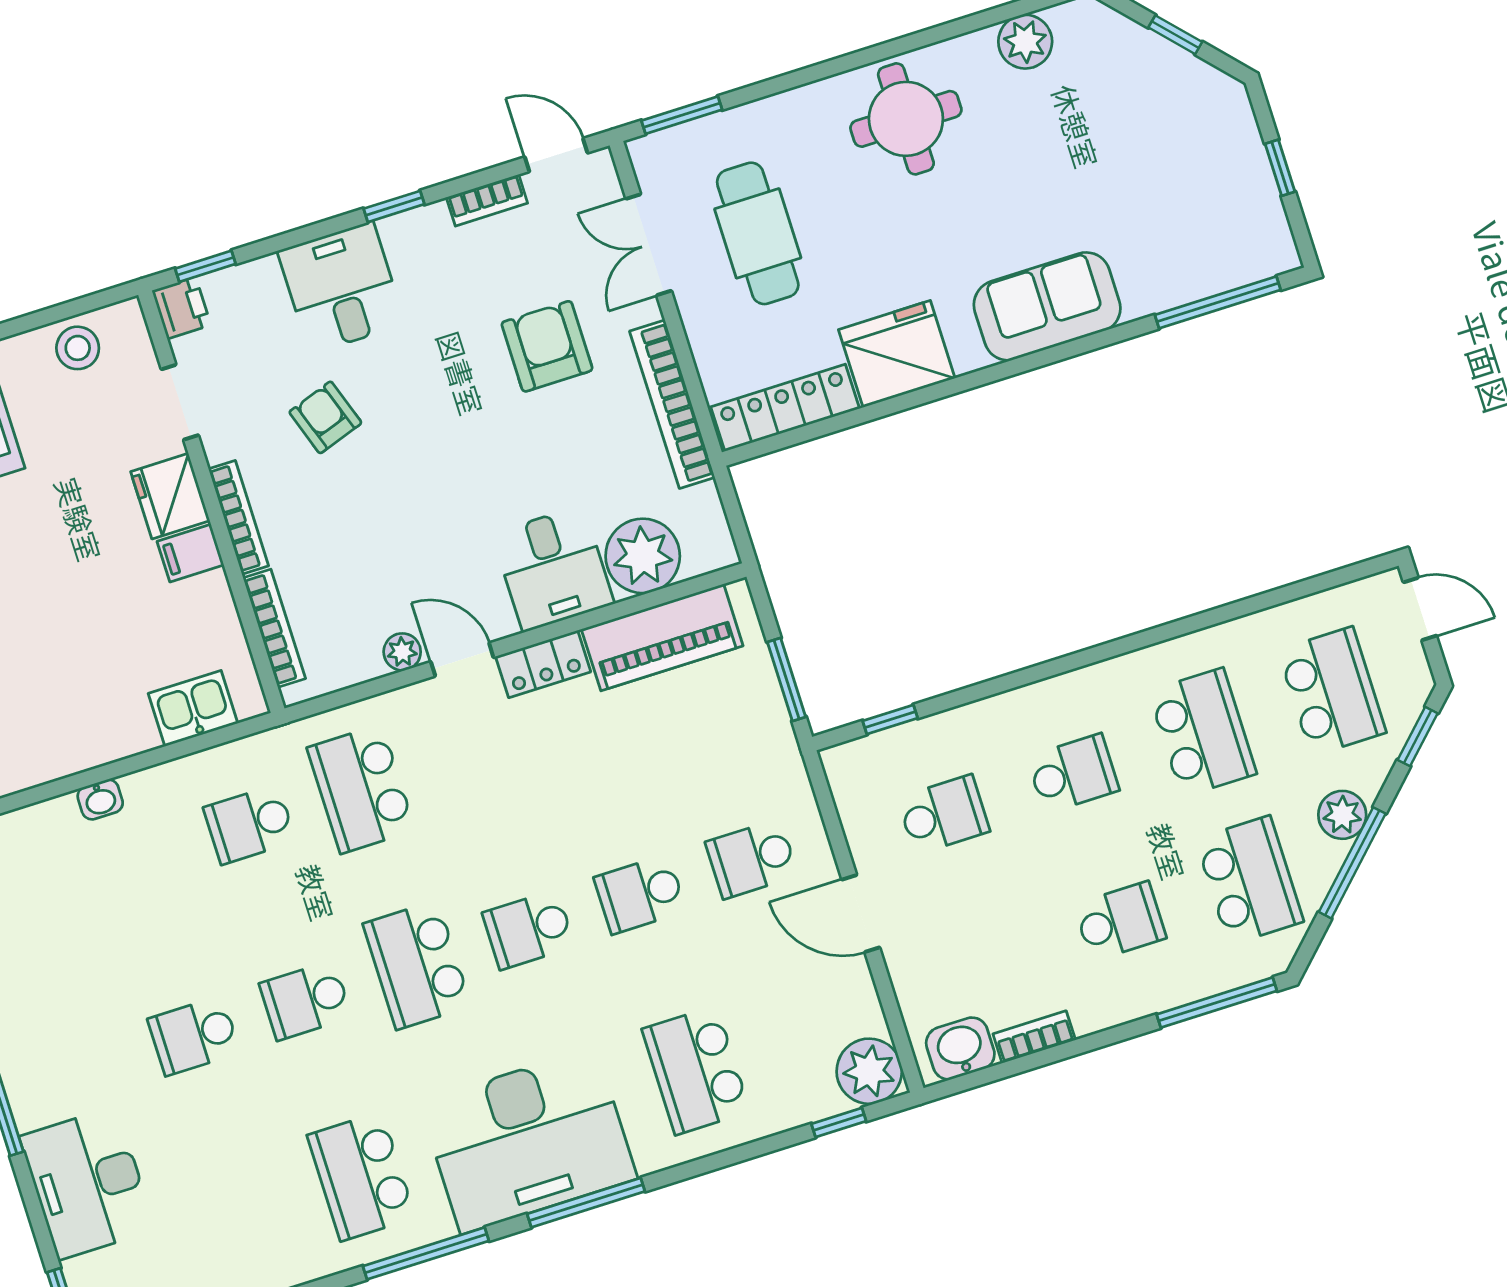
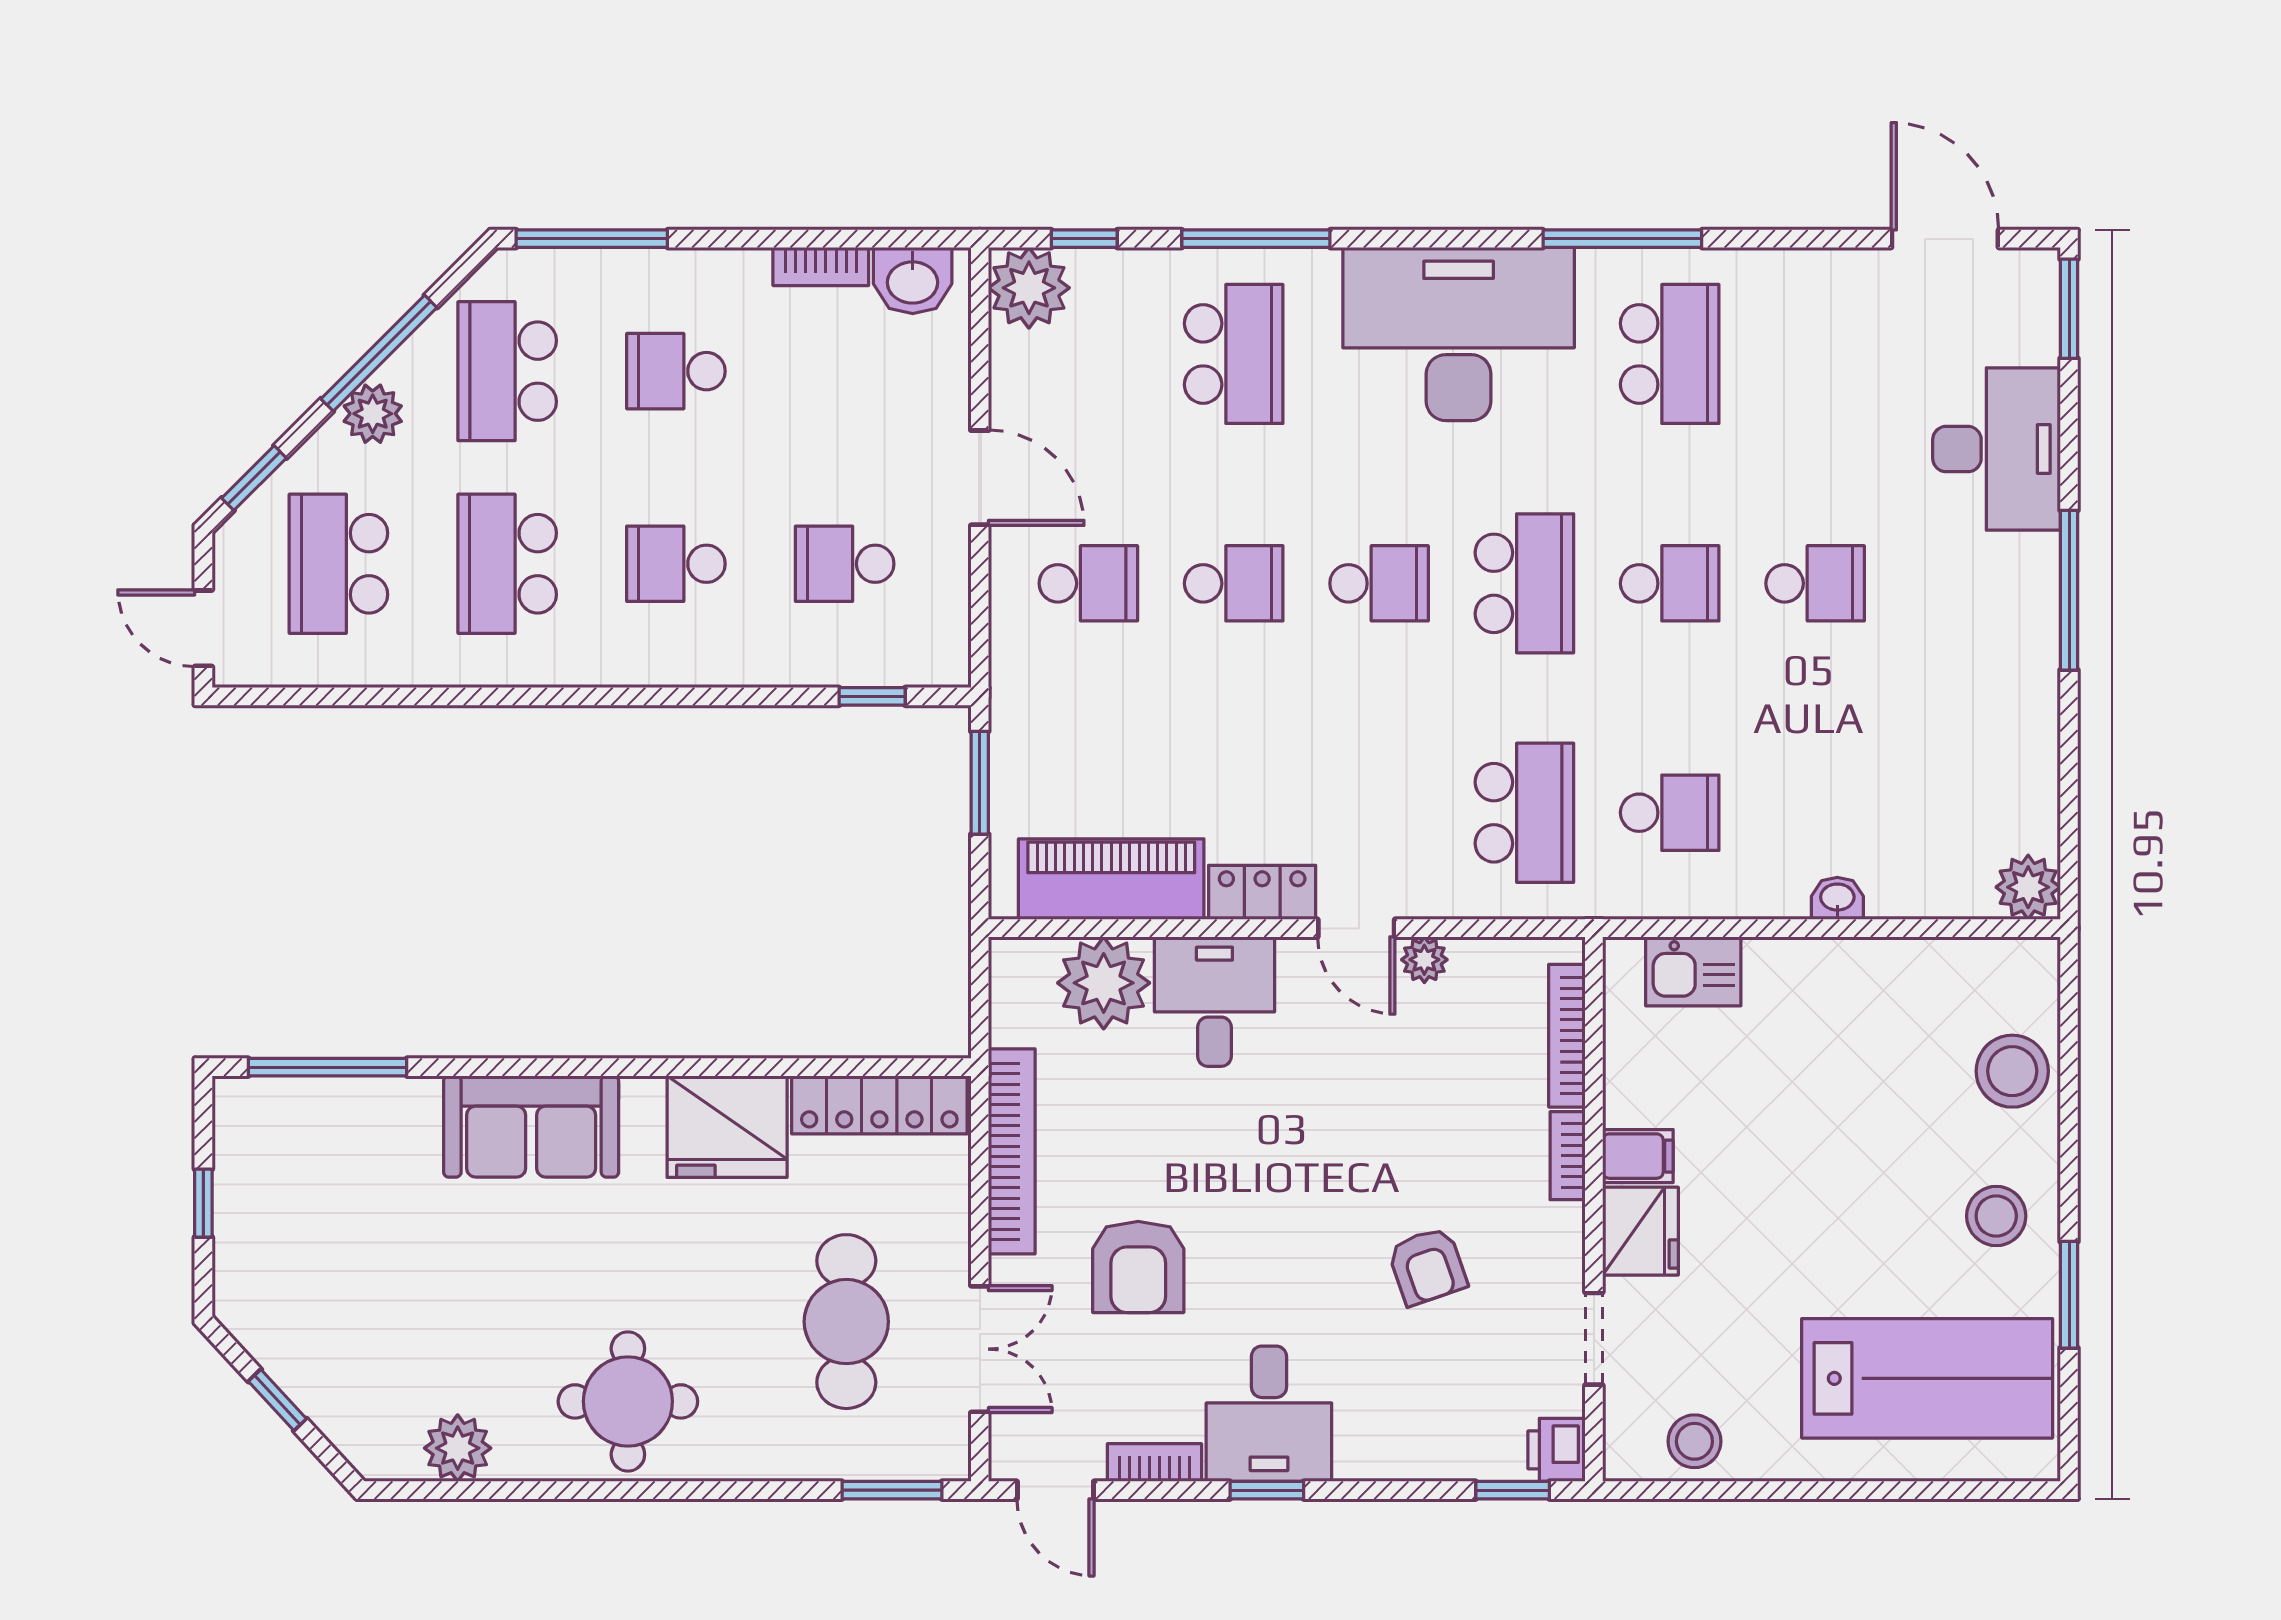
desk: (341, 288) -> (1269, 1414), moved
bookcase: (239, 517) -> (1568, 1156), width x0.64
window: (586, 1203) -> (1256, 239), moved

